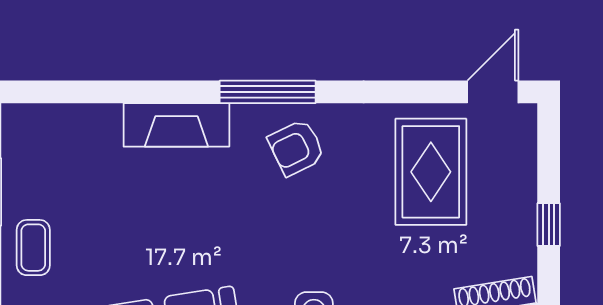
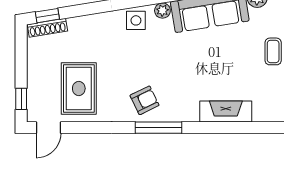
fireplace: (176, 125) -> (226, 111), moved
window: (549, 225) -> (21, 99), moved

